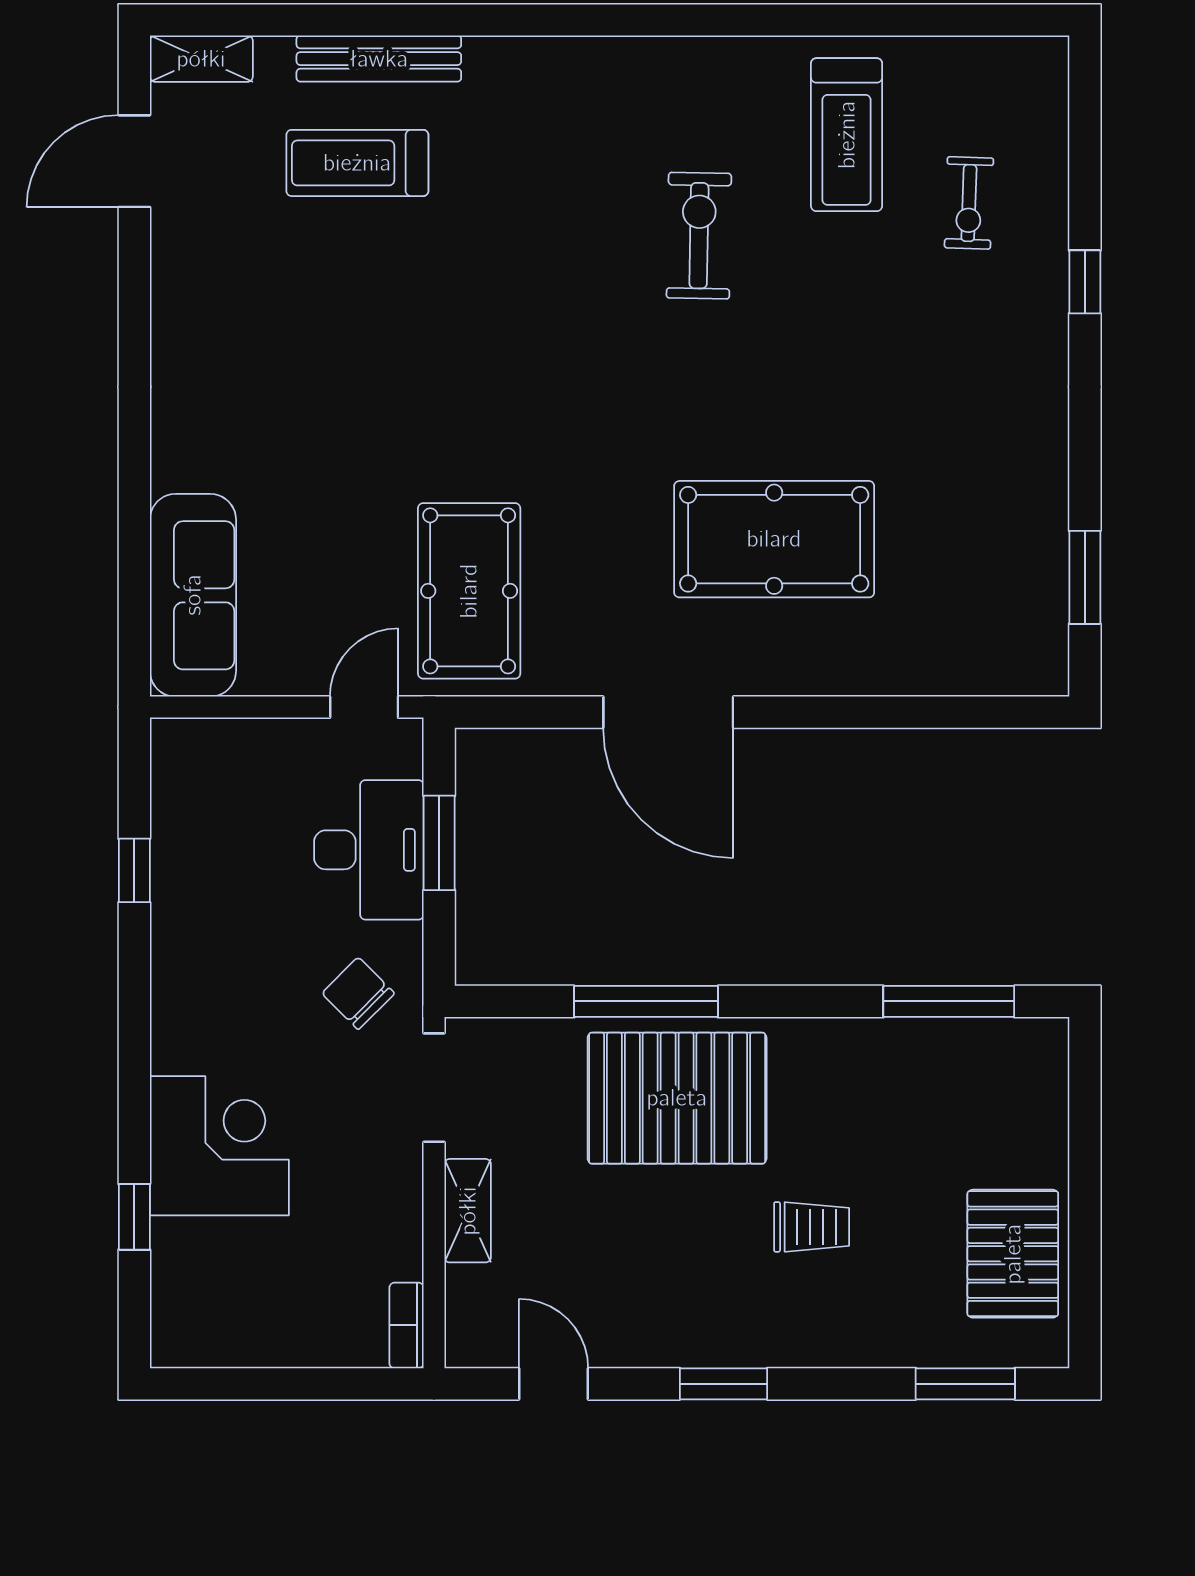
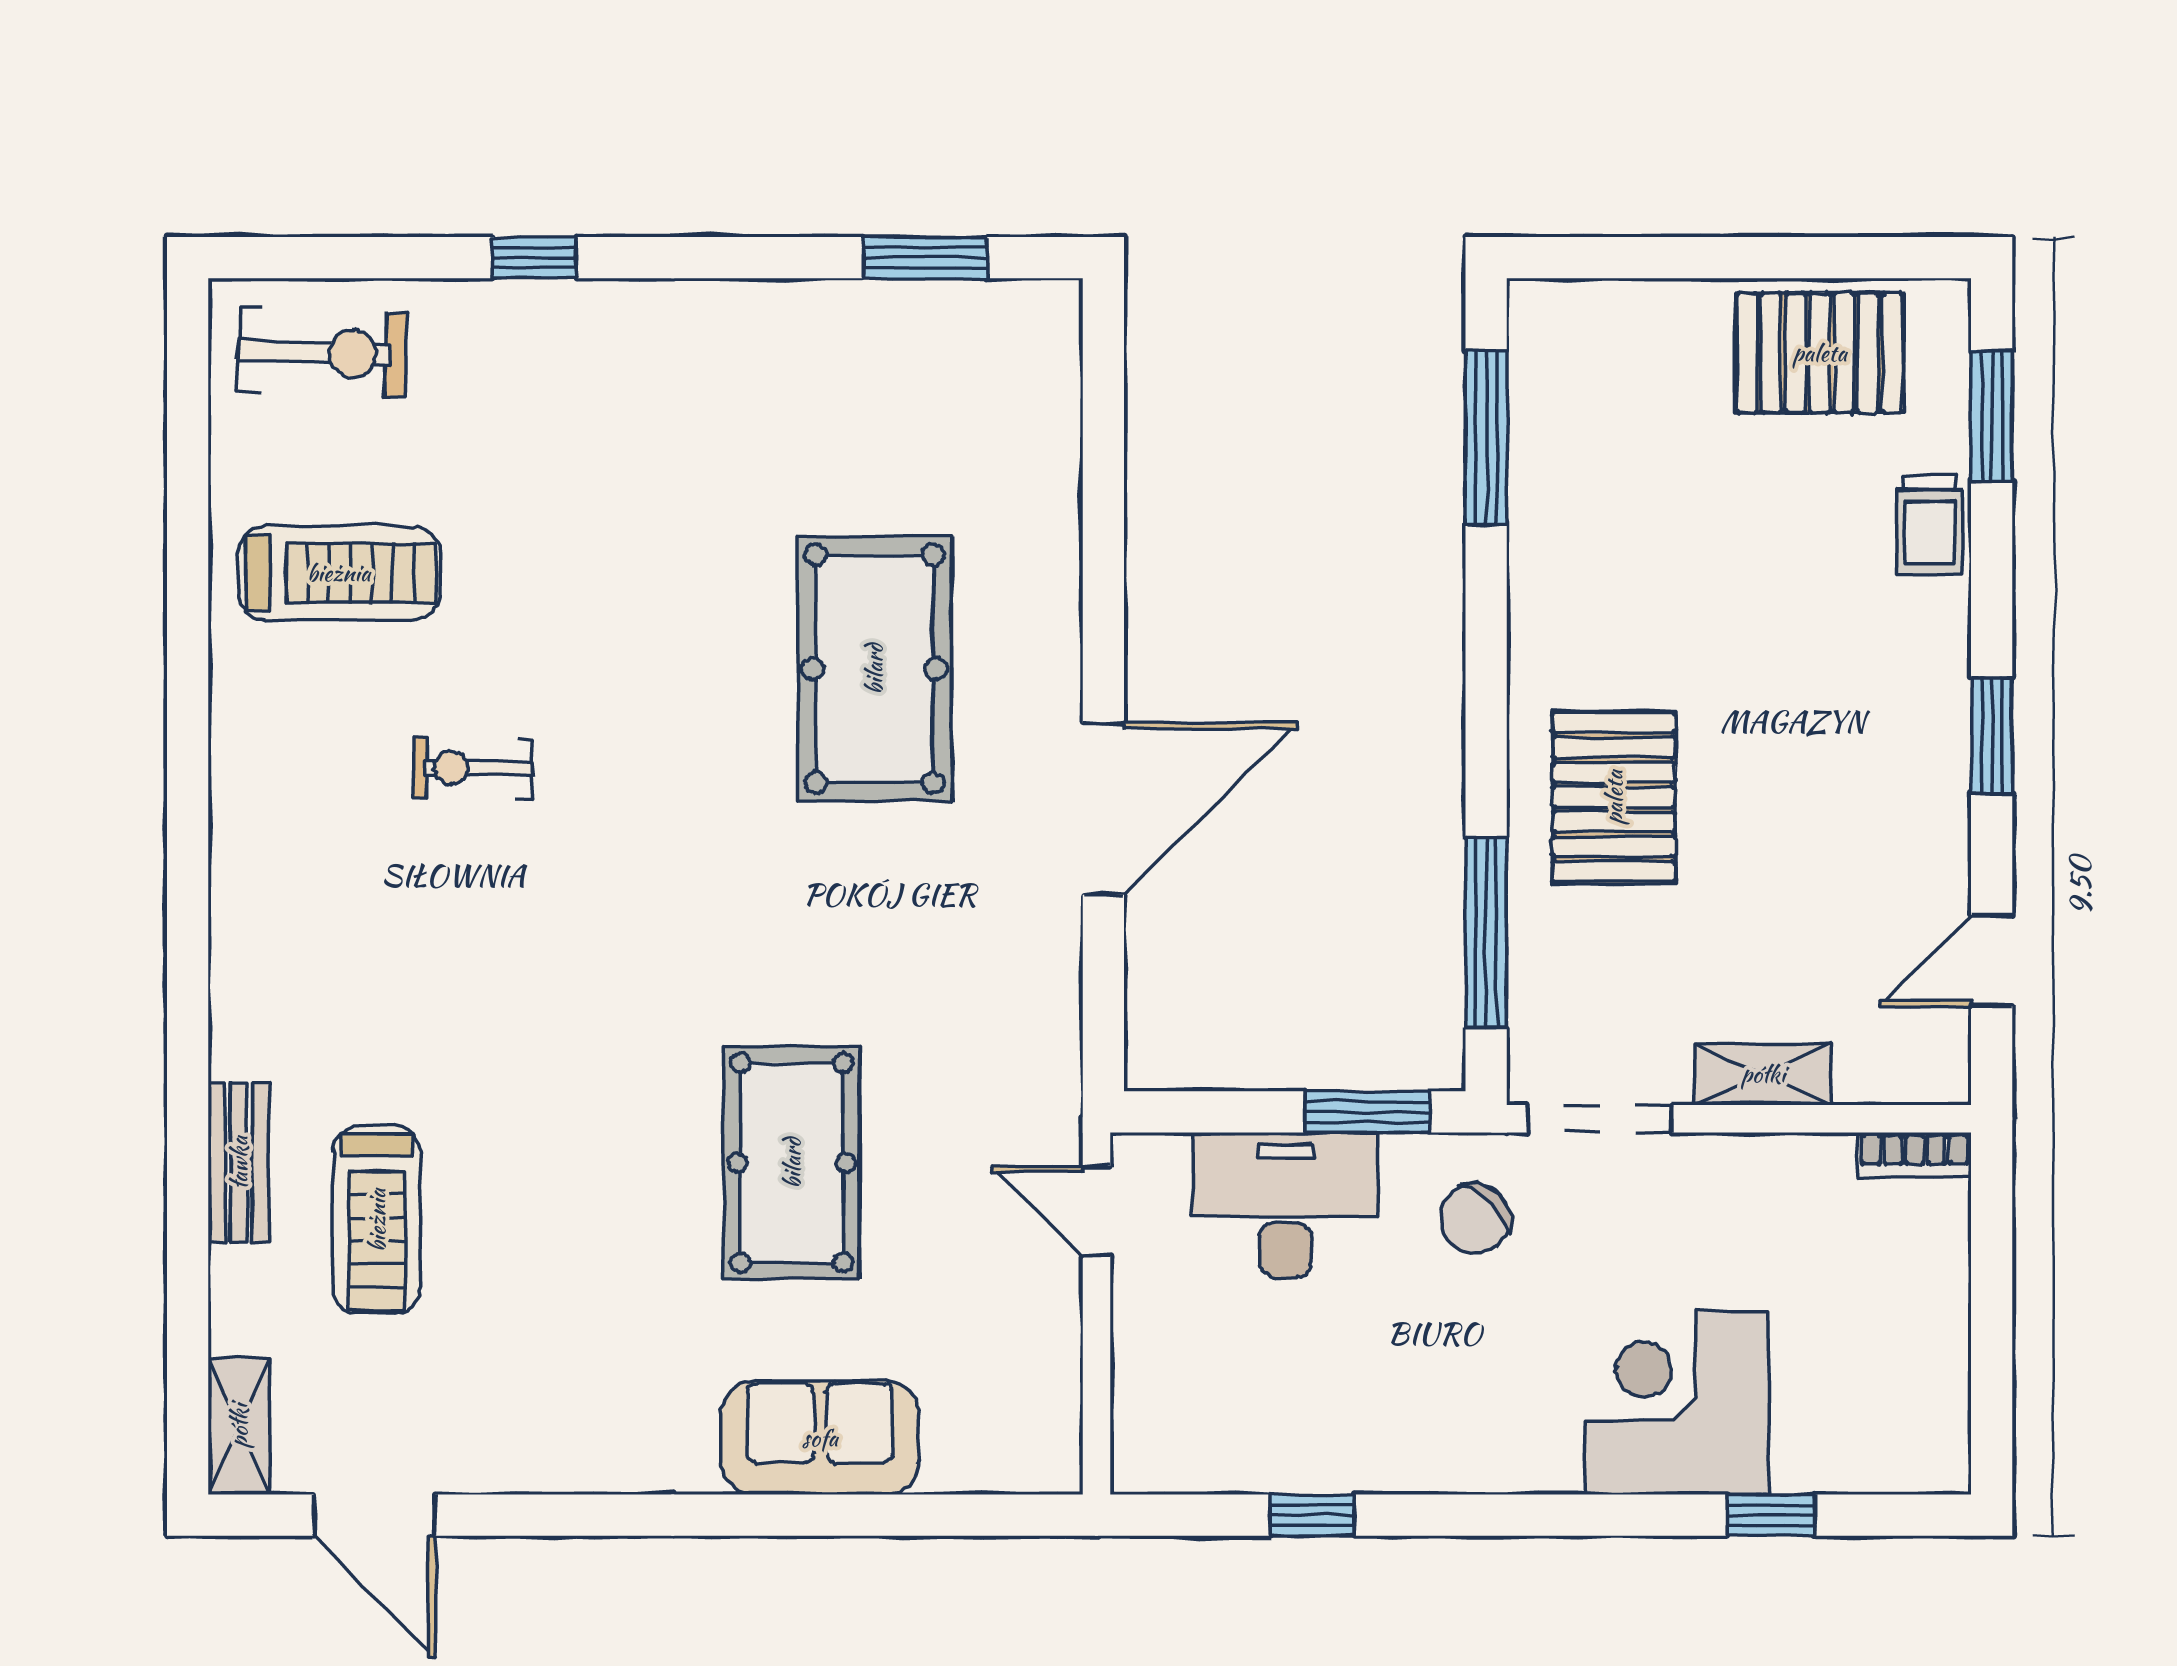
bench: (379, 59) -> (239, 1163), width x0.73
exercise bike: (969, 203) -> (322, 353), moved, width x1.38, depth x1.39
exercise bike: (699, 236) -> (473, 768), width x0.73, depth x0.72
pool table: (469, 591) -> (792, 1163), moved, turned 90
sofa: (193, 595) -> (820, 1438), moved, width x0.73
window: (439, 843) -> (1367, 1112), moved
window: (646, 1001) -> (1486, 933), moved
pallet: (677, 1098) -> (1614, 797), width x0.73, depth x0.71
trolley: (812, 1227) -> (1929, 525), moved, turned 180

